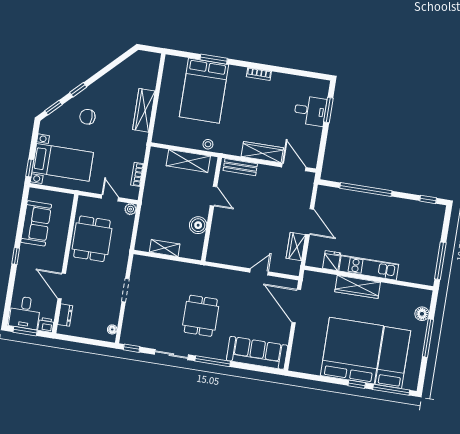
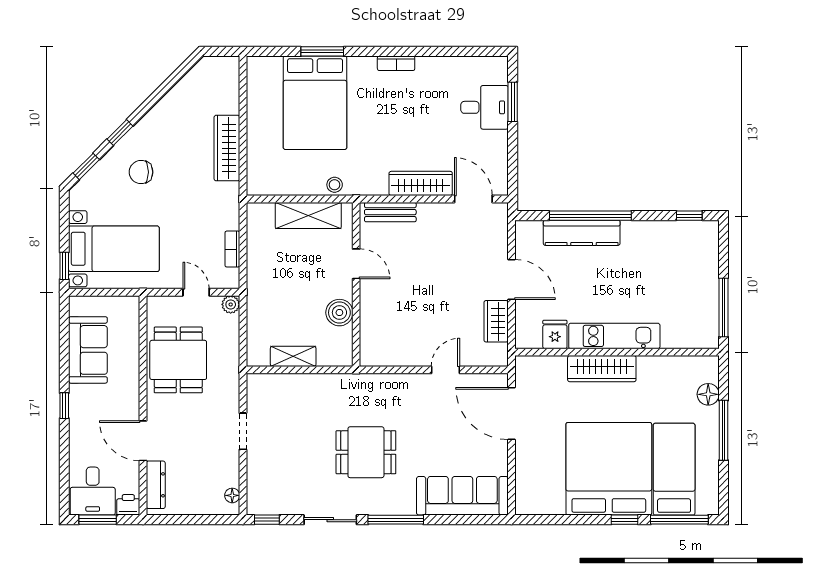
kitchen counter: (359, 199) -> (582, 233), added
dresser: (65, 315) -> (156, 485), width x1.44
dining table: (201, 316) -> (366, 452), turned 90

